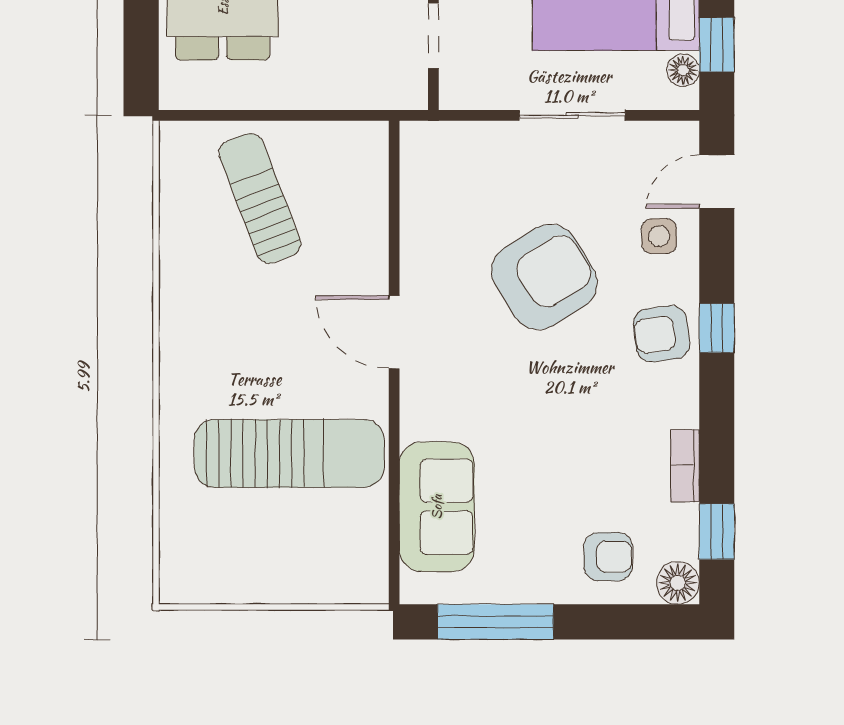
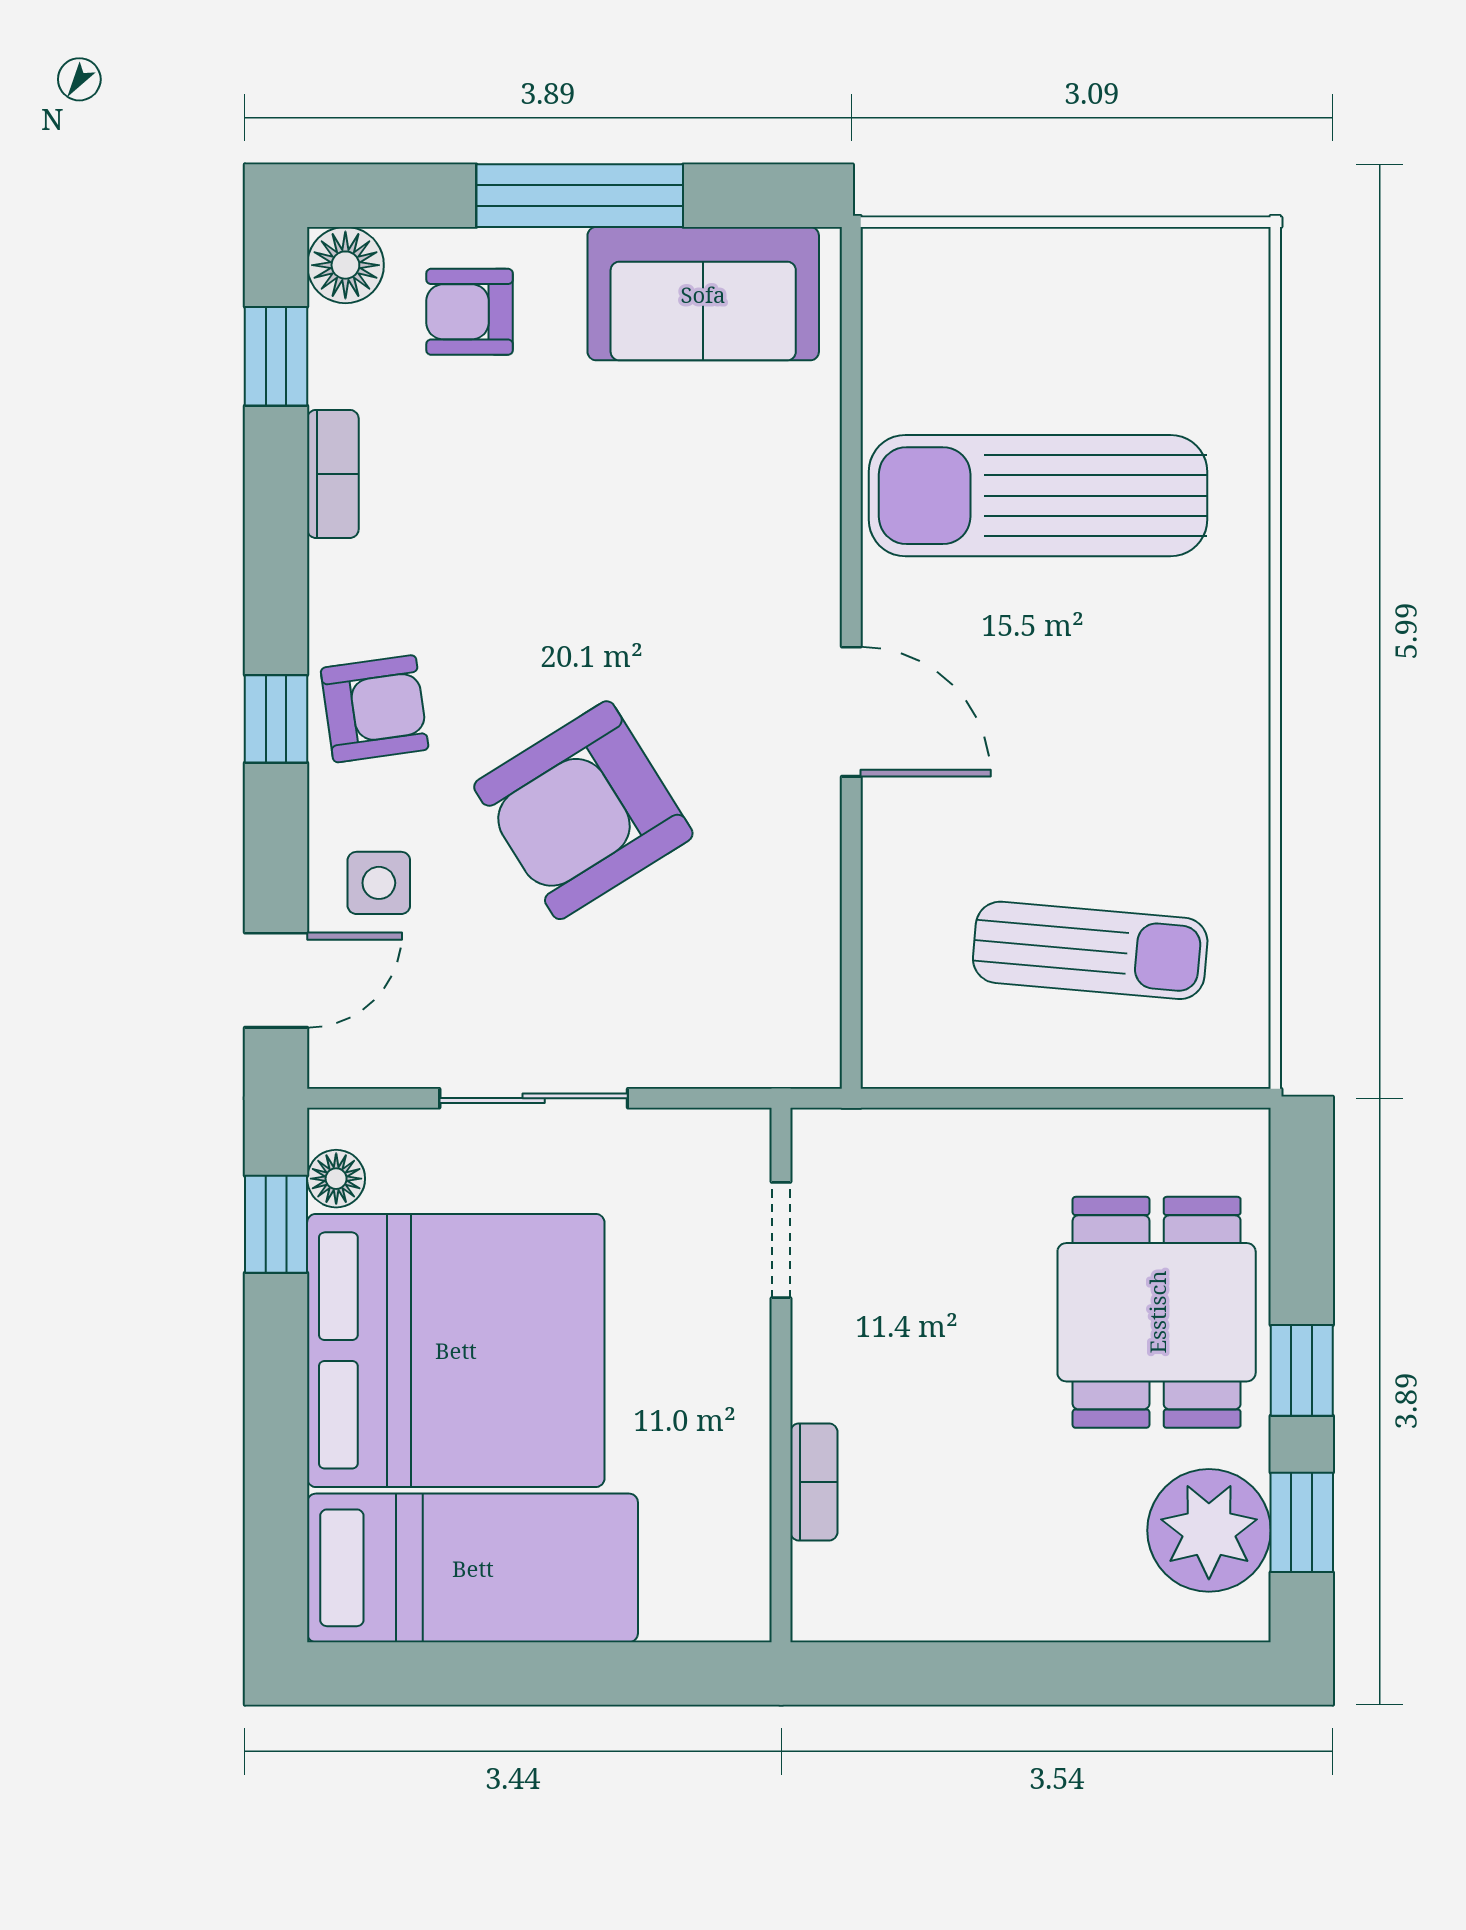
sun lounger: (260, 198) -> (1090, 950), turned -64
sofa: (437, 507) -> (703, 294), moved, turned -90
window: (495, 622) -> (580, 196), moved

